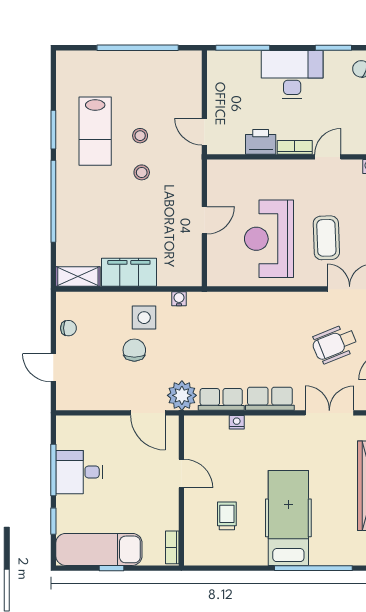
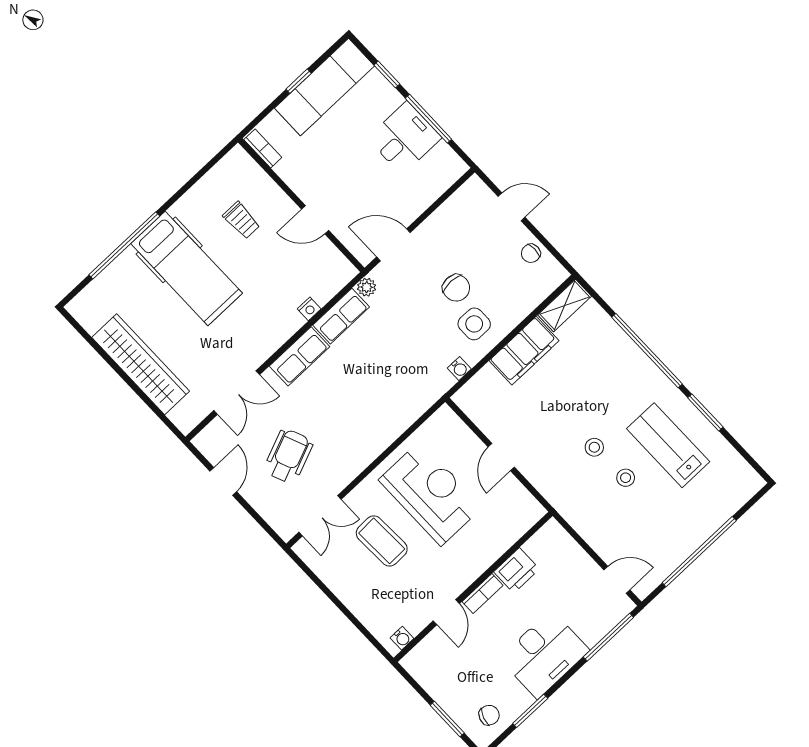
door: (204, 132) -> (617, 580), moved
plant: (182, 395) -> (367, 287), width x0.53, depth x0.53

